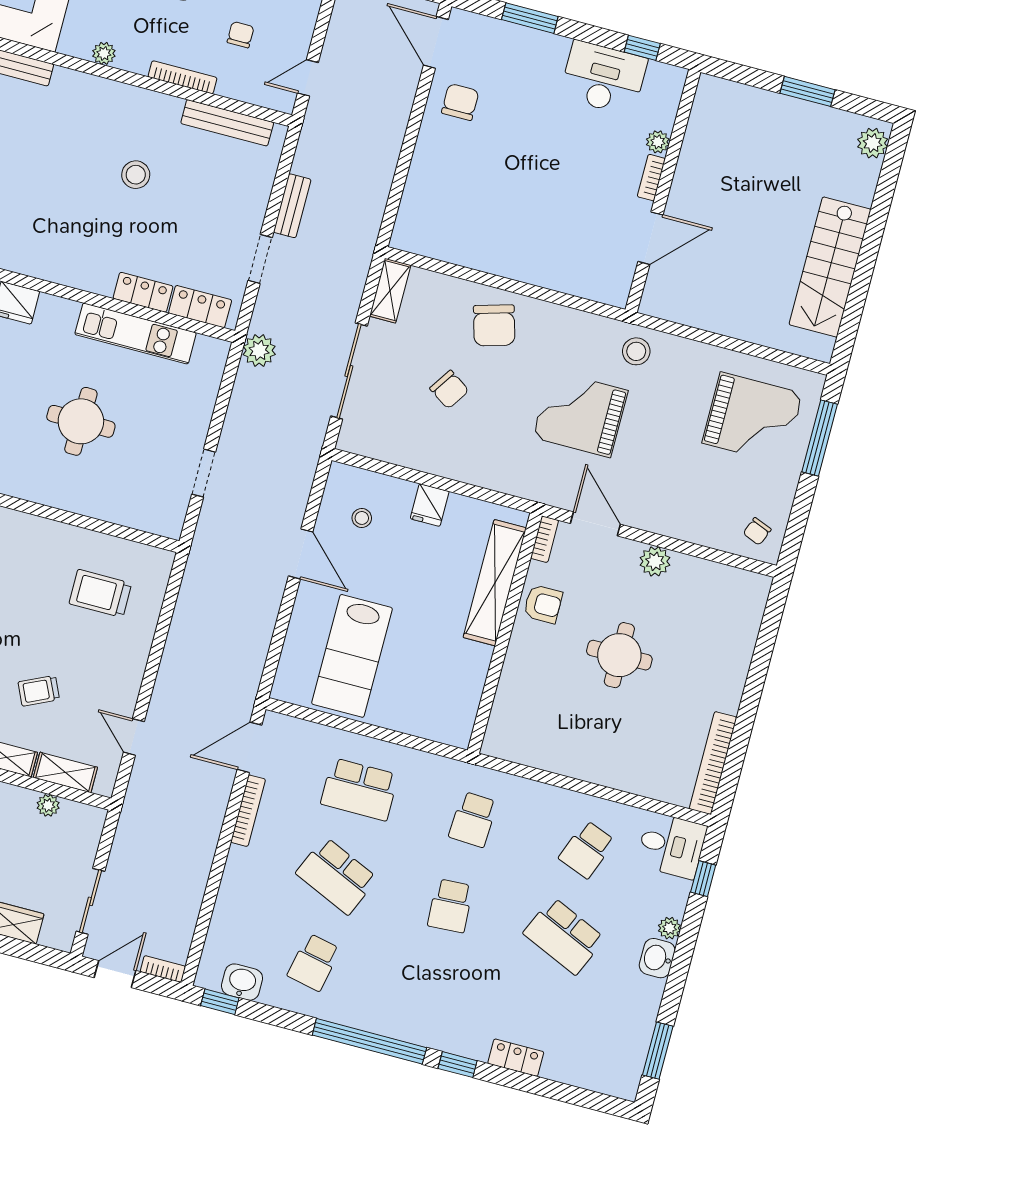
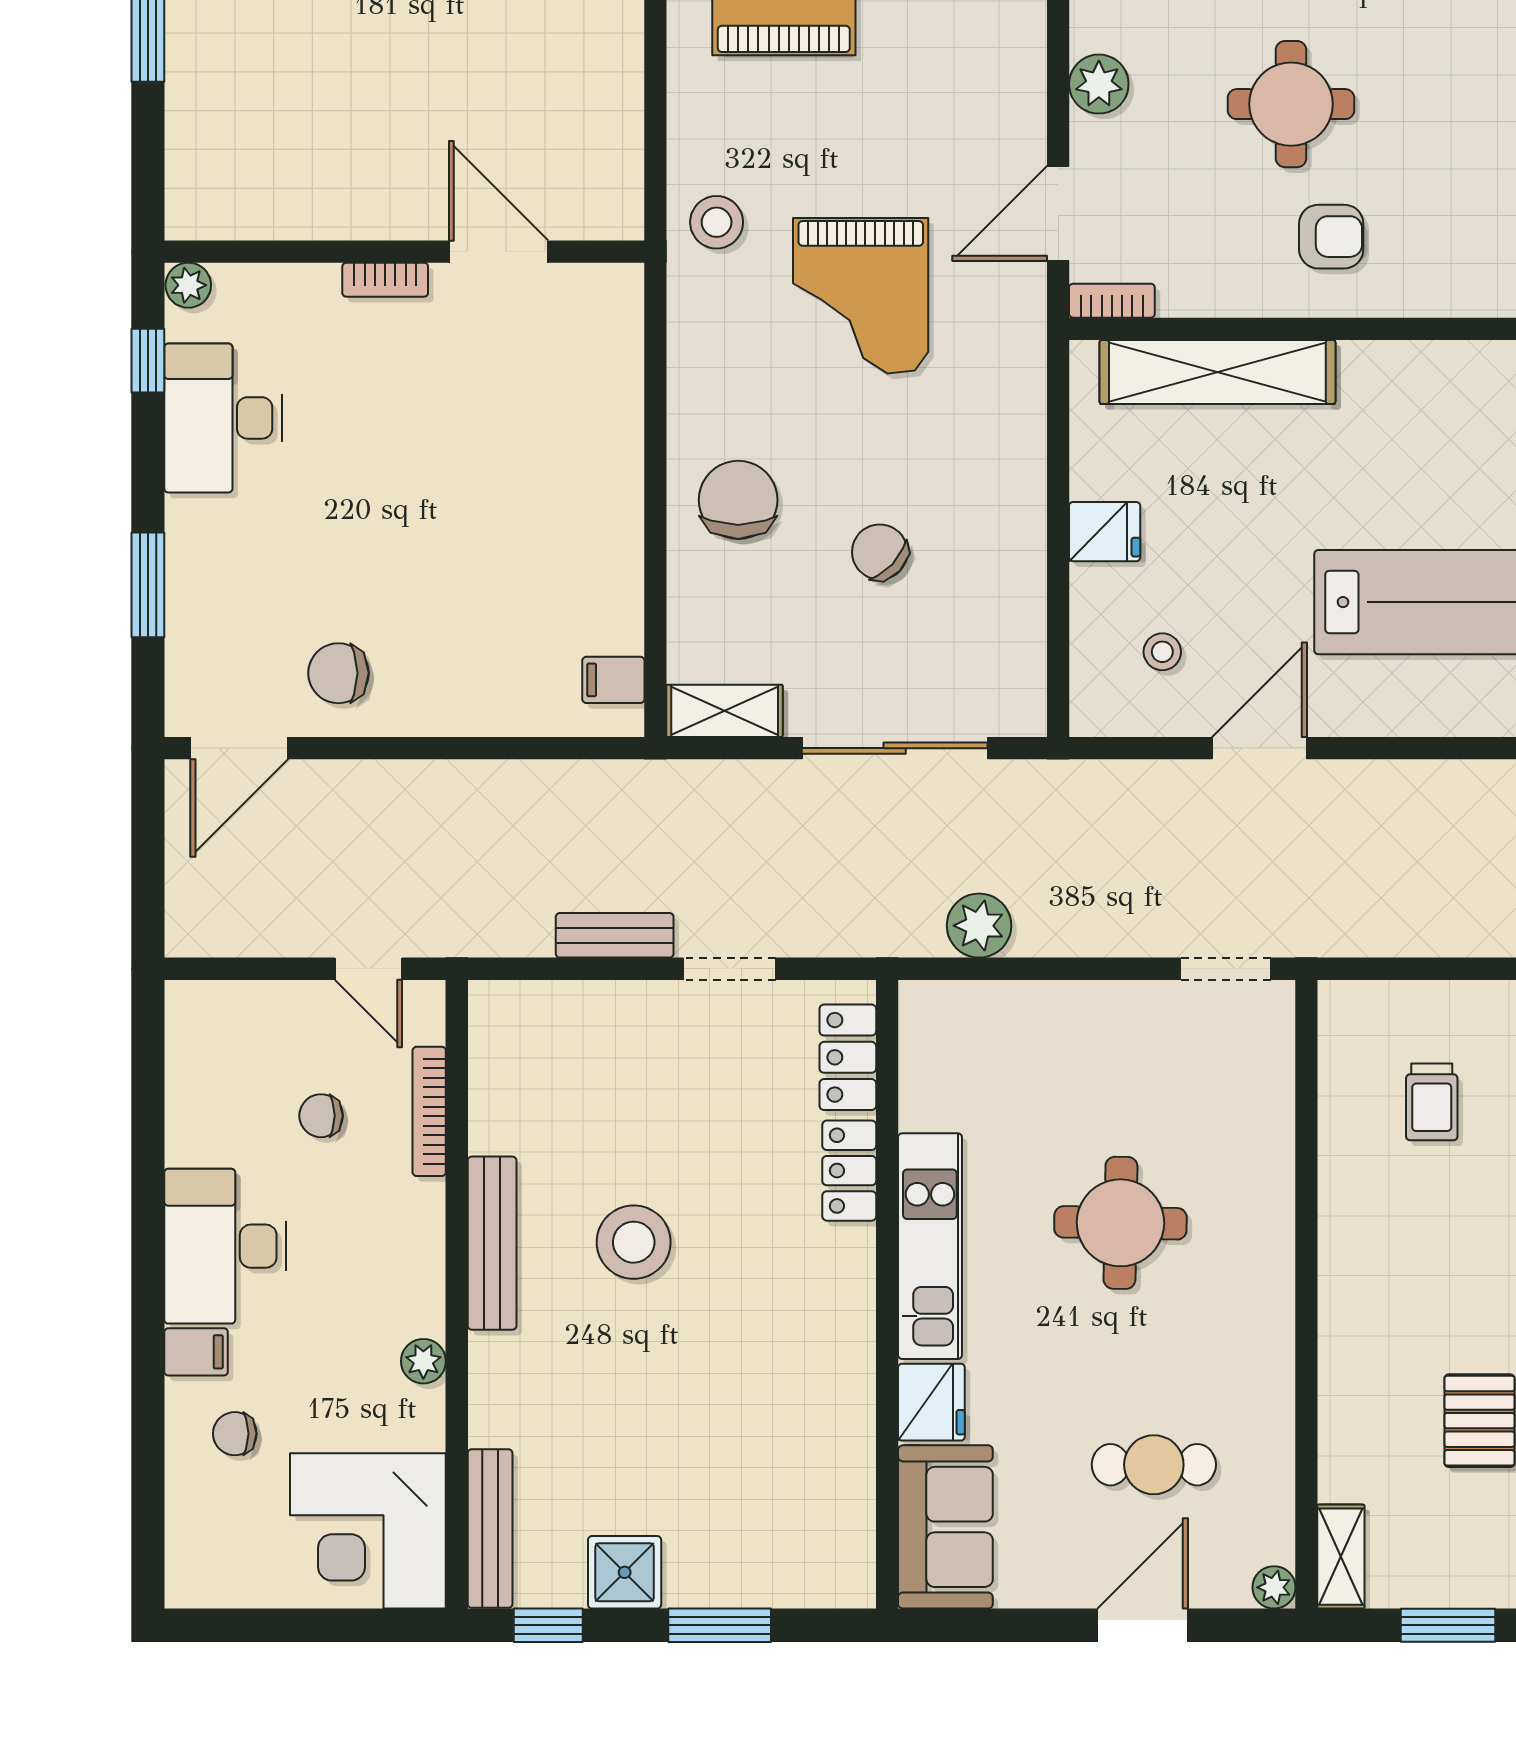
bookcase: (183, 77) -> (429, 1111), moved
bench: (227, 123) -> (492, 1243), moved
plant: (658, 142) -> (188, 285), moved
stool: (136, 175) -> (634, 1242), width x1.38, depth x1.38
filing cabinet: (420, 239) -> (613, 680), added
chair: (494, 325) -> (738, 500), turned -74
kitchen unit: (136, 334) -> (930, 1246), moved
plant: (259, 350) -> (979, 926), moved
chair: (449, 390) -> (880, 552), turned -81
doorway: (204, 473) -> (1226, 969), moved
trolley: (100, 593) -> (1432, 1102), width x0.73, depth x0.72
armchair: (543, 604) -> (1331, 237), moved, turned 90

